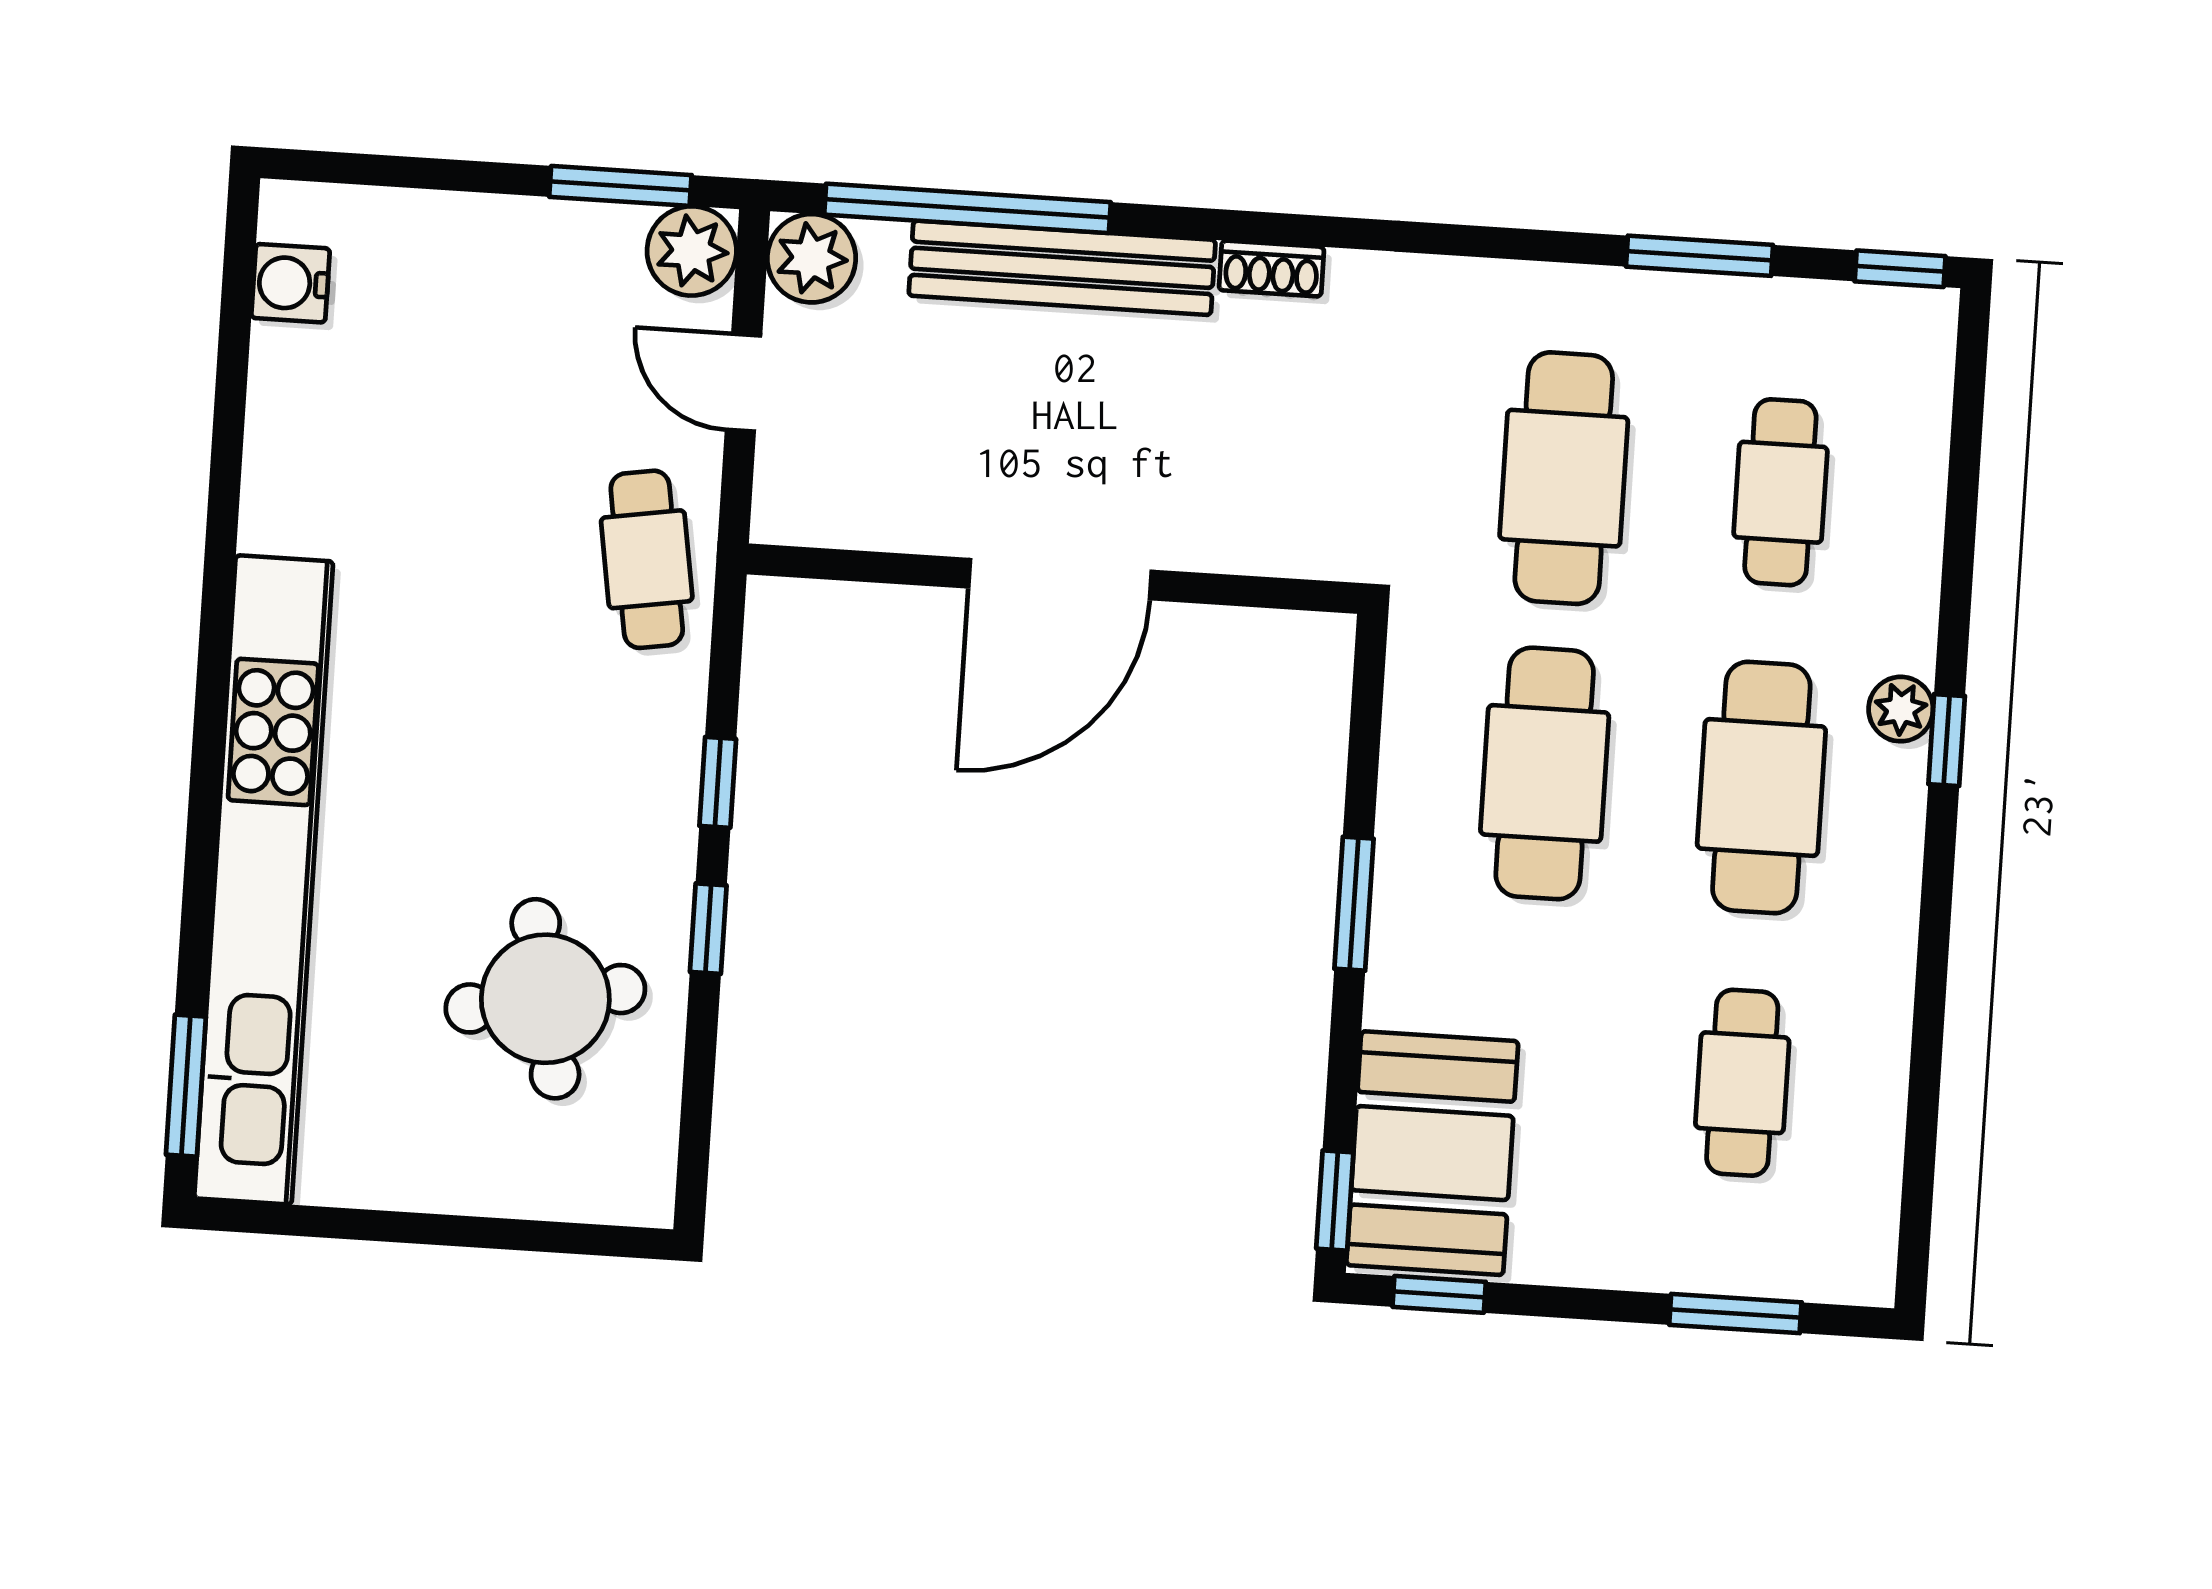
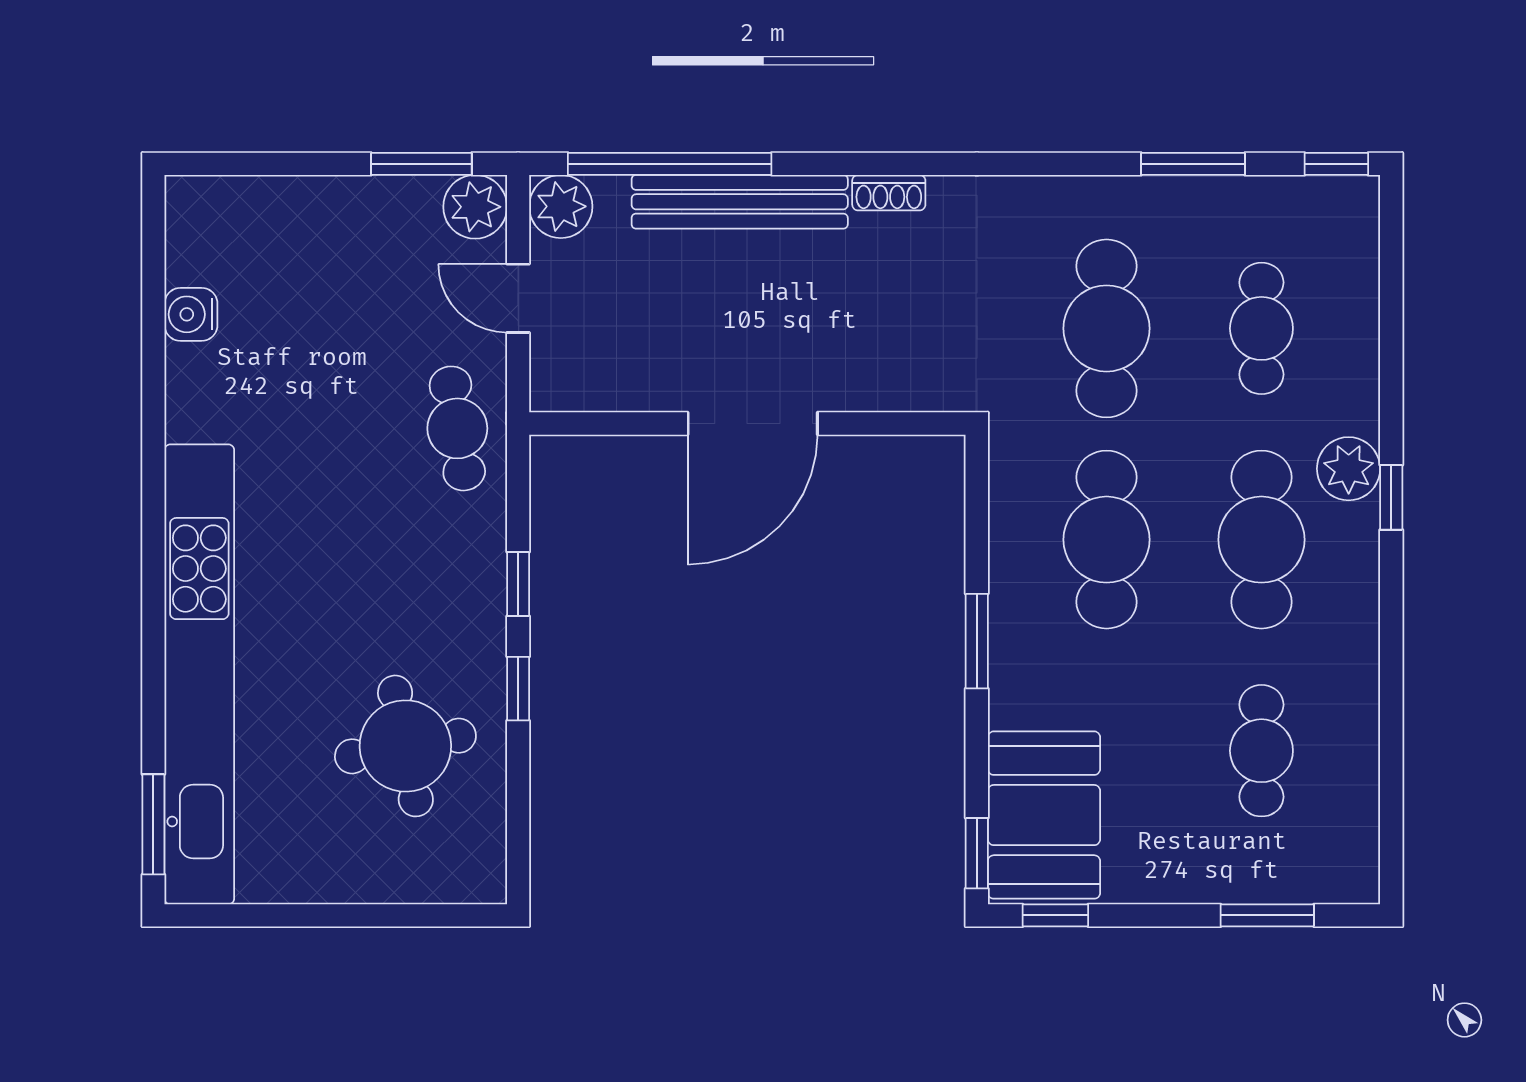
water cooler: (291, 283) -> (191, 314), moved
plant: (1901, 709) -> (1349, 469), width x1.38, depth x1.38

